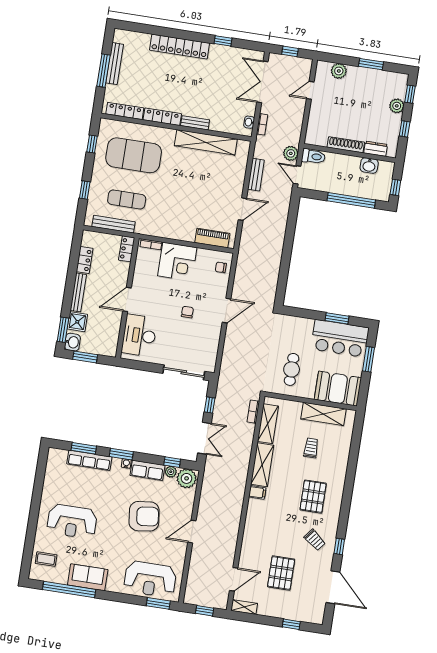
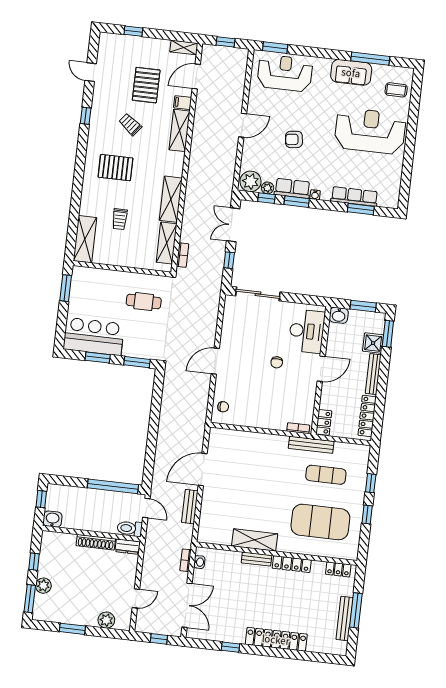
window: (410, 94) -> (30, 599), width x1.50
locker: (125, 111) -> (338, 569), width x0.66
shelving: (206, 142) -> (255, 540), width x0.68
window: (92, 144) -> (367, 514), moved
dresser: (376, 149) -> (127, 547), moved
plant: (291, 153) -> (154, 531), removed
washbasin: (369, 165) -> (52, 519), moved
window: (351, 200) -> (113, 486), moved
door: (242, 209) -> (203, 470), width x1.36
bench: (113, 224) -> (311, 445), moved
piano: (212, 238) -> (233, 437), removed
locker: (85, 260) -> (367, 416), width x1.53
corner desk: (177, 262) -> (270, 411), removed
chair: (187, 312) -> (277, 362), moved
window: (300, 313) -> (137, 362), added
washbasin: (72, 342) -> (339, 315), moved, turned -90
window: (369, 359) -> (66, 288), moved
cafe table: (292, 369) -> (144, 302), turned 90
booth: (338, 389) -> (94, 283), removed
shelving: (323, 414) -> (85, 239), moved, turned 90
window: (121, 454) -> (297, 202), moved
filing cabinet: (257, 492) -> (183, 103), moved
pallet: (313, 497) -> (115, 168), turned 90
armchair: (144, 516) -> (294, 139), width x0.53, depth x0.53
reception desk: (72, 521) -> (370, 131), width x1.36, depth x1.30
shelving: (251, 529) -> (180, 130), added
trolley: (315, 540) -> (130, 124), moved
door: (333, 587) -> (91, 72), width x0.53
window: (69, 589) -> (370, 59), width x0.68

